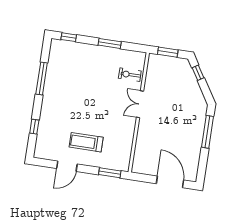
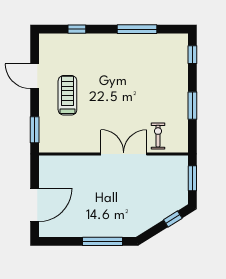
double door: (140, 104) -> (124, 154), width x1.37

